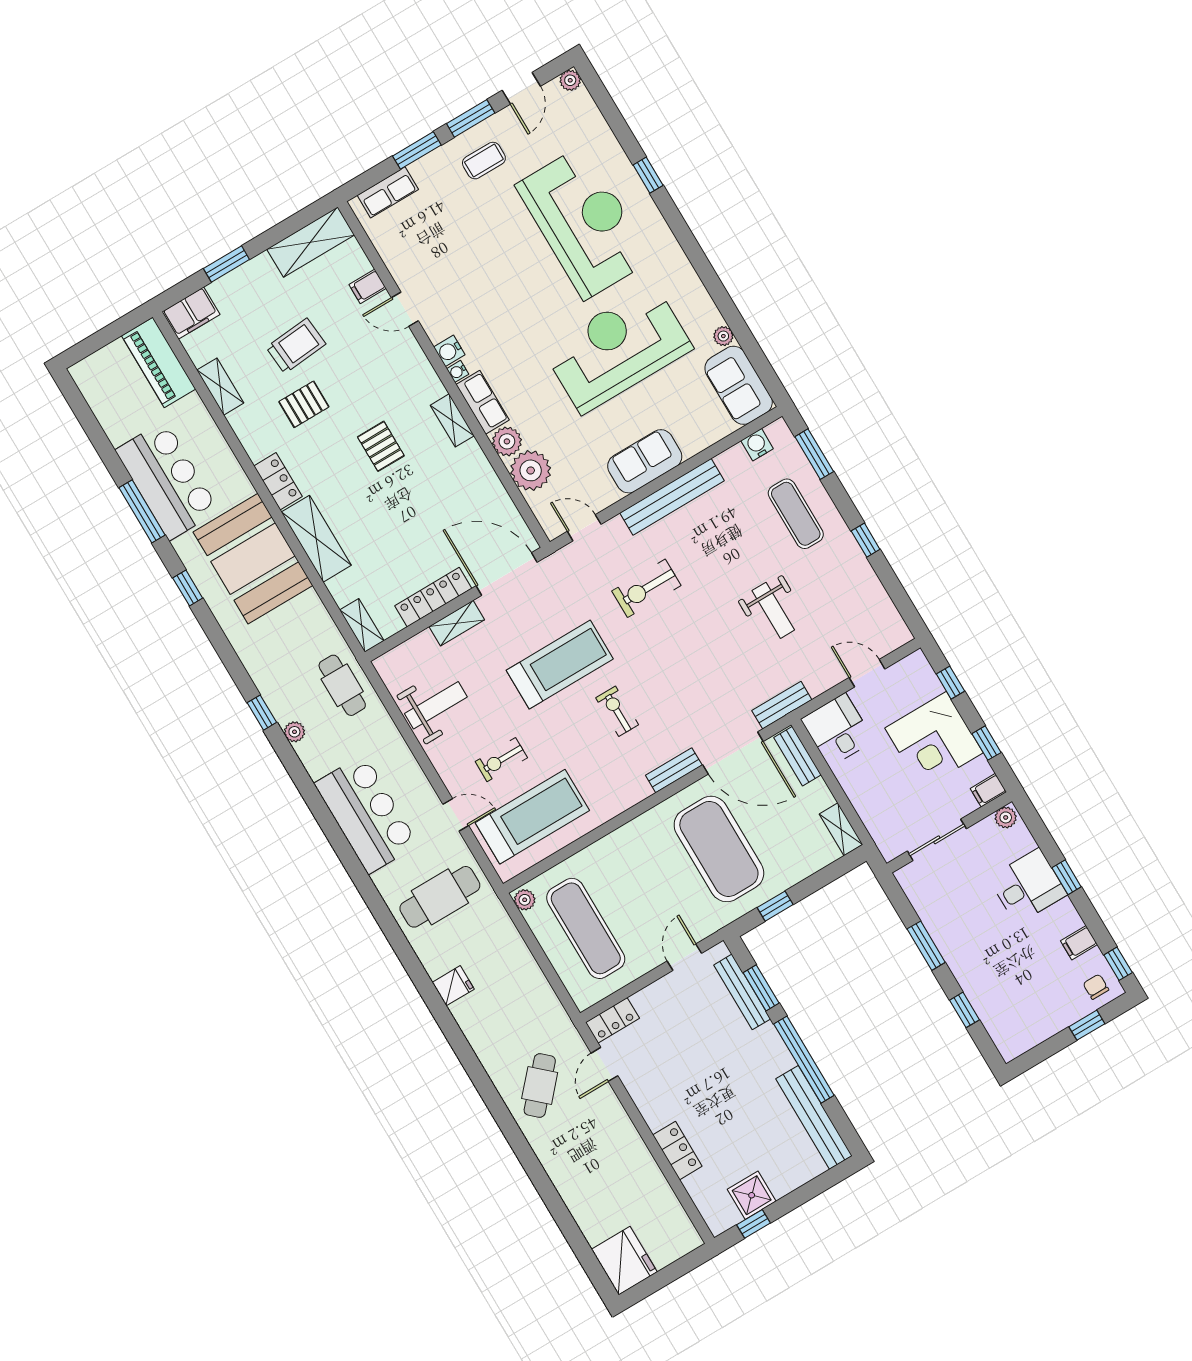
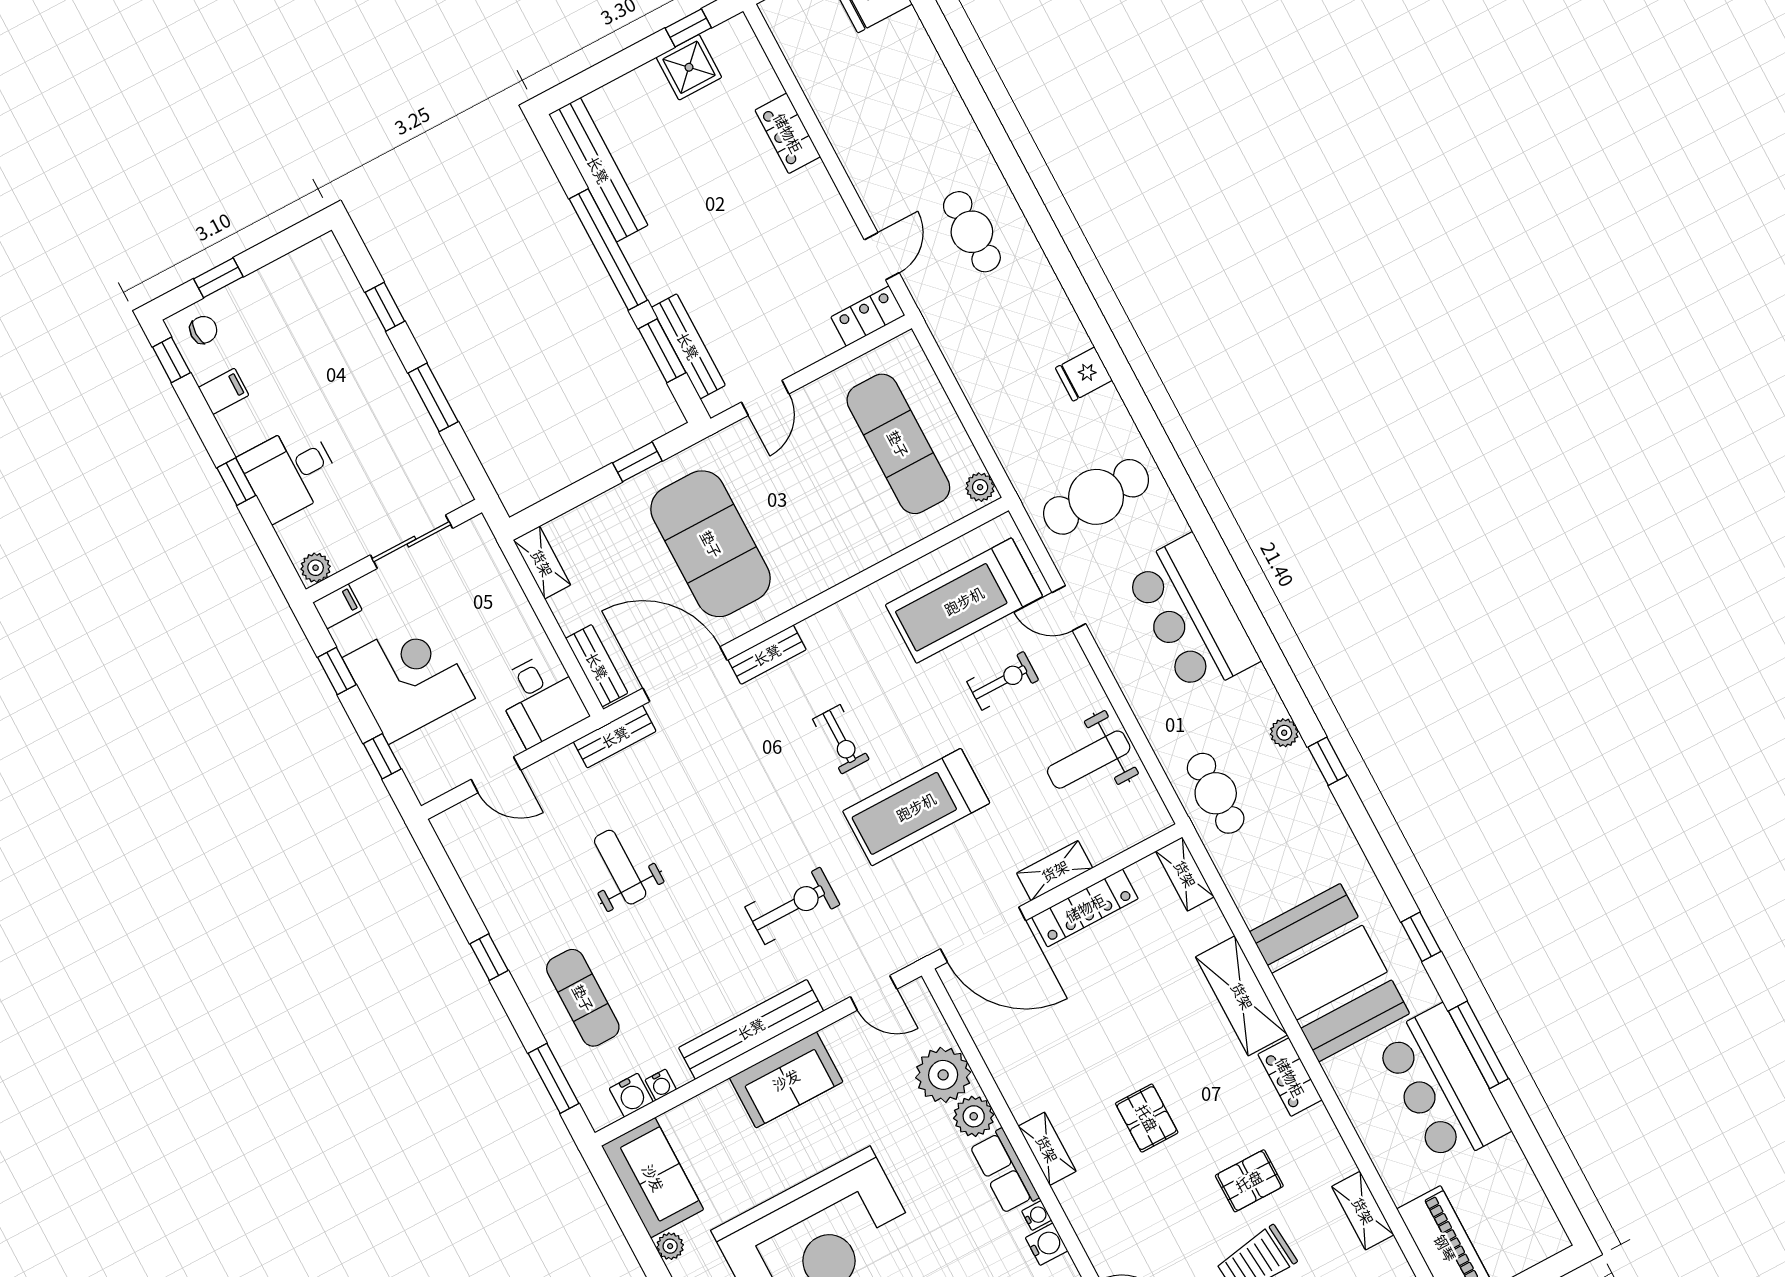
water cooler: (736, 453) -> (661, 1085), added
chair: (1096, 987) -> (203, 330), turned -90
cafe table: (540, 1085) -> (972, 232), turned -42

